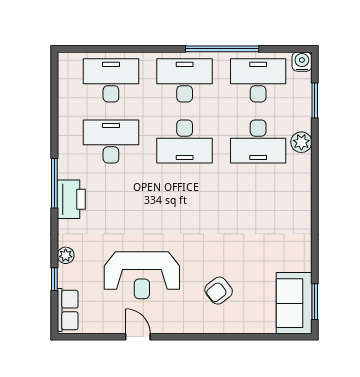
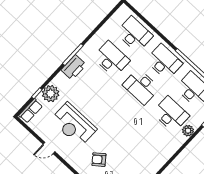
desk: (258, 141) -> (171, 114), turned 180
plant: (66, 255) -> (51, 94), width x1.87, depth x1.87
door: (138, 337) -> (49, 148), swing flipped

